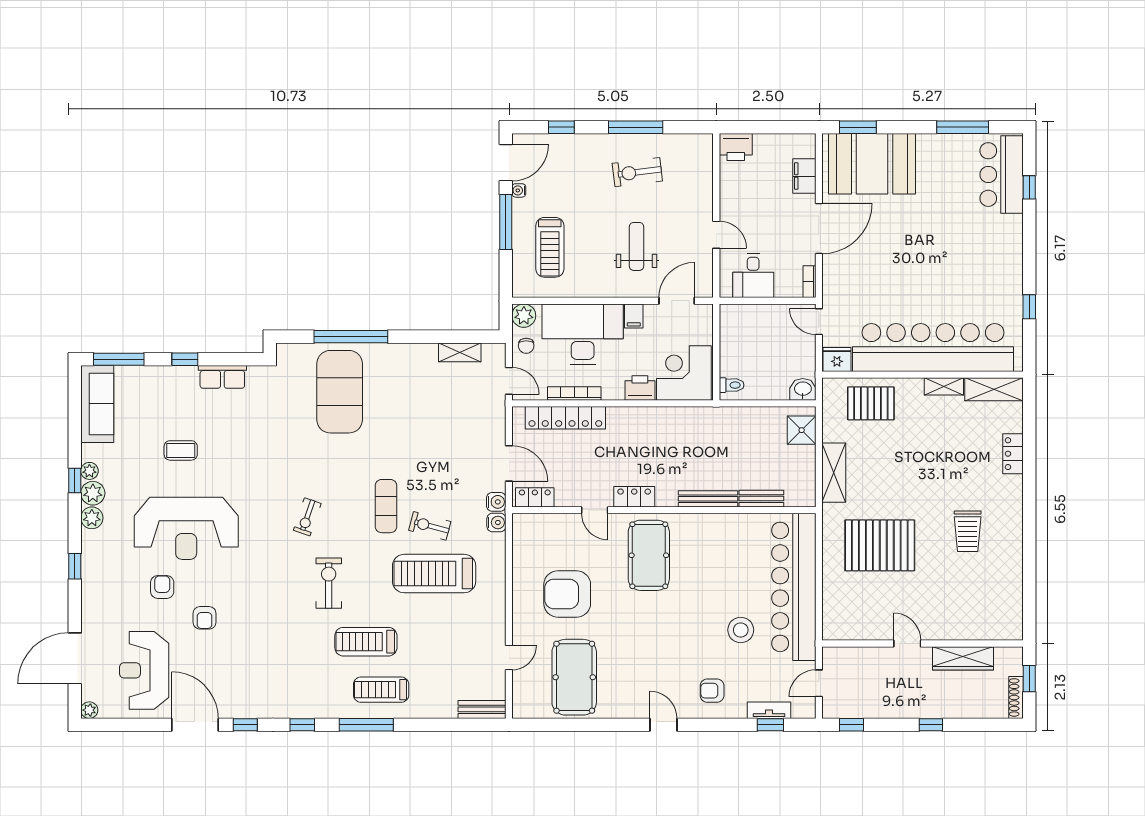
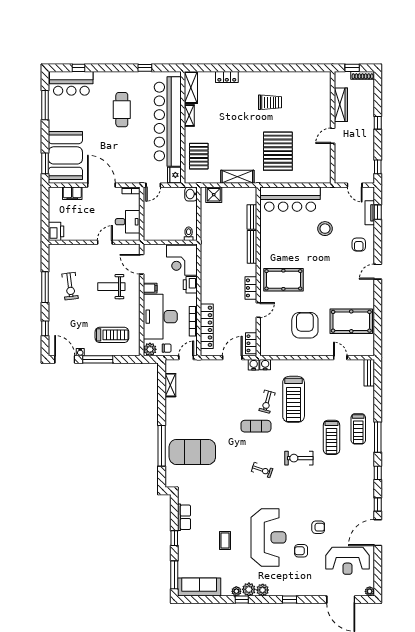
cafe table: (954, 265) -> (122, 110), added
bar counter: (794, 587) -> (290, 199), width x0.73
armchair: (567, 594) -> (305, 325), turned 180

